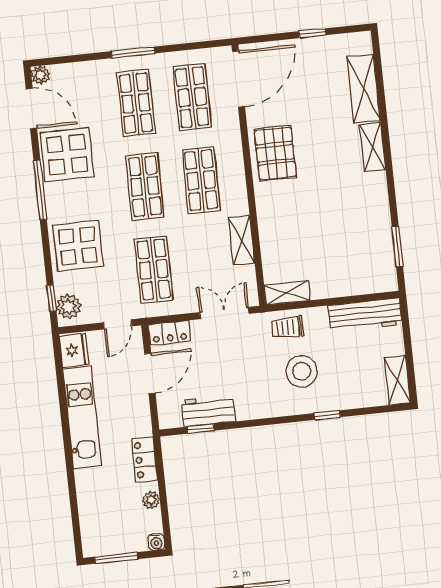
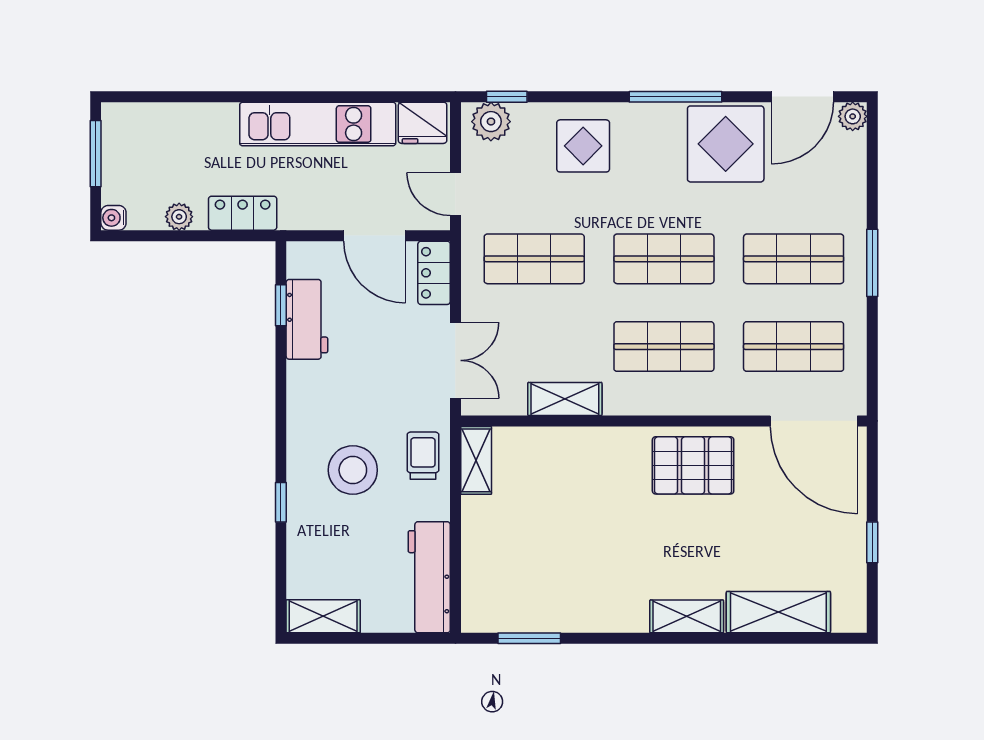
display table: (78, 246) -> (583, 146), width x0.73, depth x0.73

